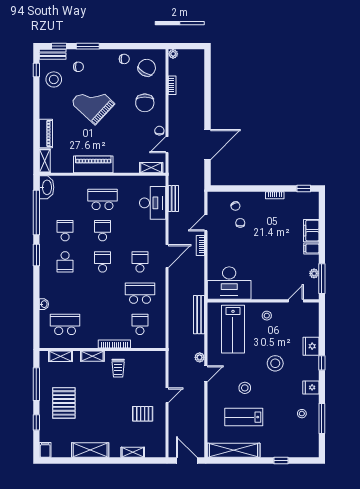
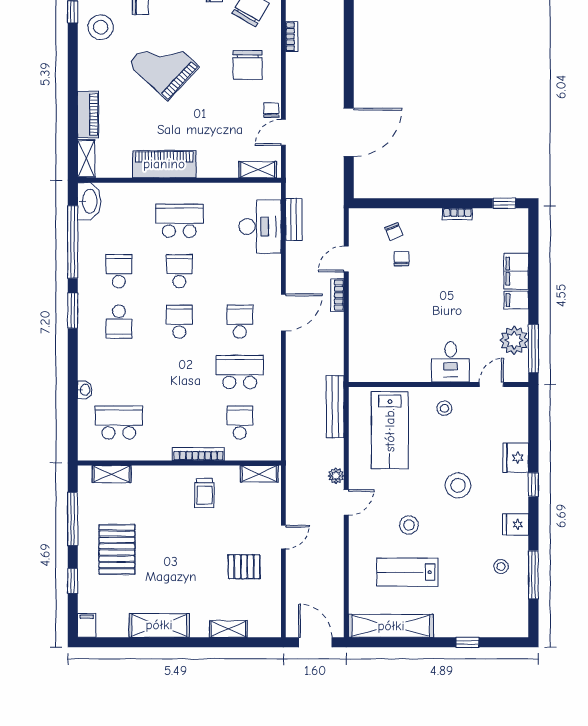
plant: (314, 273) -> (514, 340), width x1.88, depth x1.88
desk: (229, 283) -> (451, 362), moved, width x0.53, depth x0.77
shelving: (92, 356) -> (259, 474), moved

